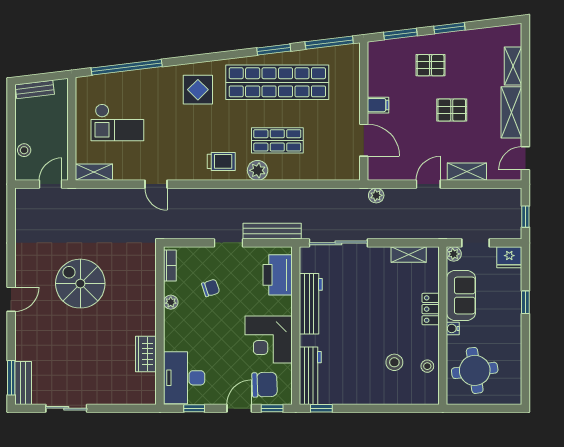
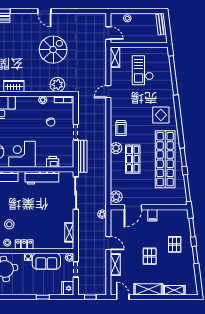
plant: (345, 170) -> (116, 197), added
printer: (278, 275) -> (53, 162), width x0.53, depth x0.68
plant: (143, 276) -> (57, 85), added
locker: (431, 309) -> (24, 244), moved

